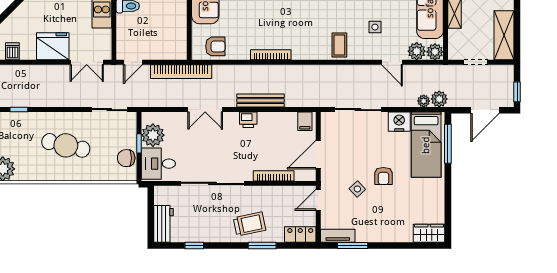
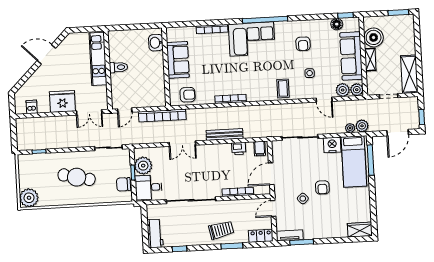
printer: (248, 120) -> (239, 149), moved

